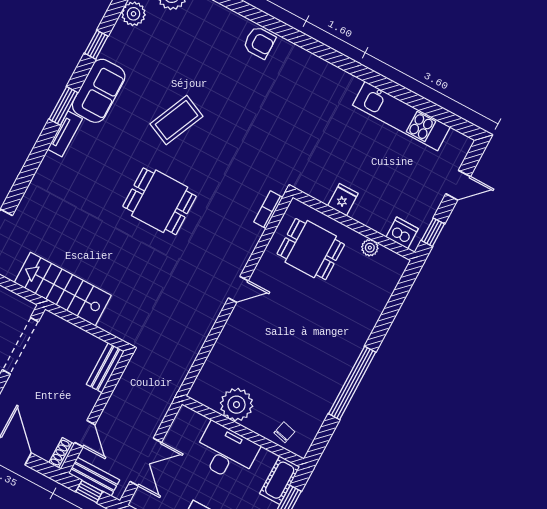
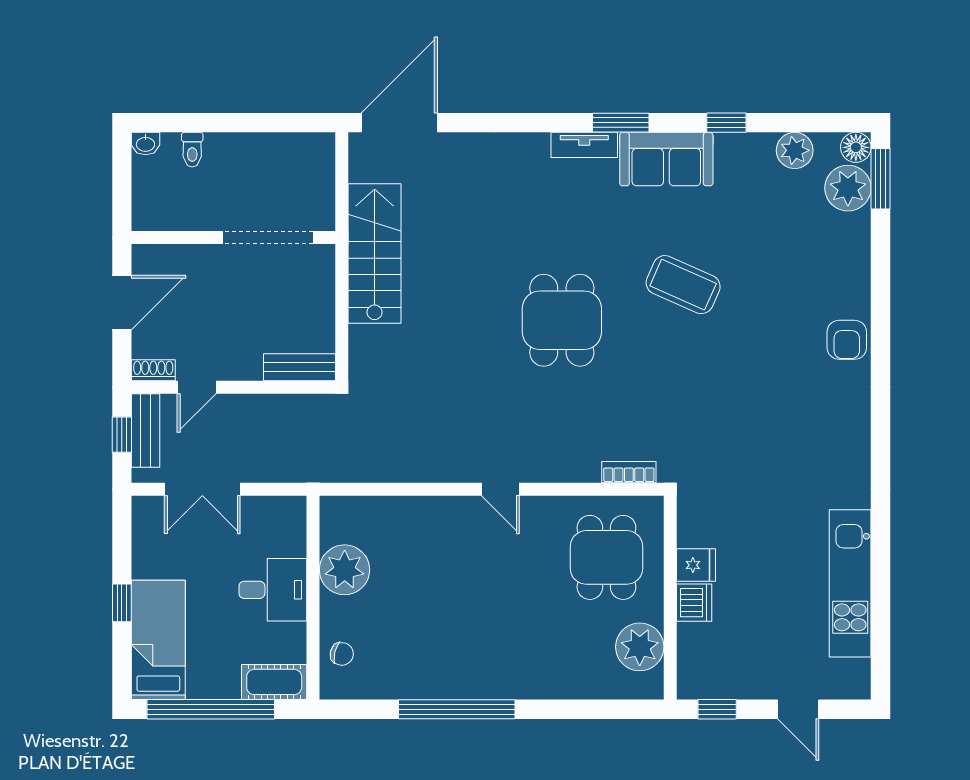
dishwasher: (402, 233) -> (694, 603), moved
plant: (370, 248) -> (640, 647), width x1.88, depth x1.88
desk: (226, 452) -> (273, 590), width x0.73

